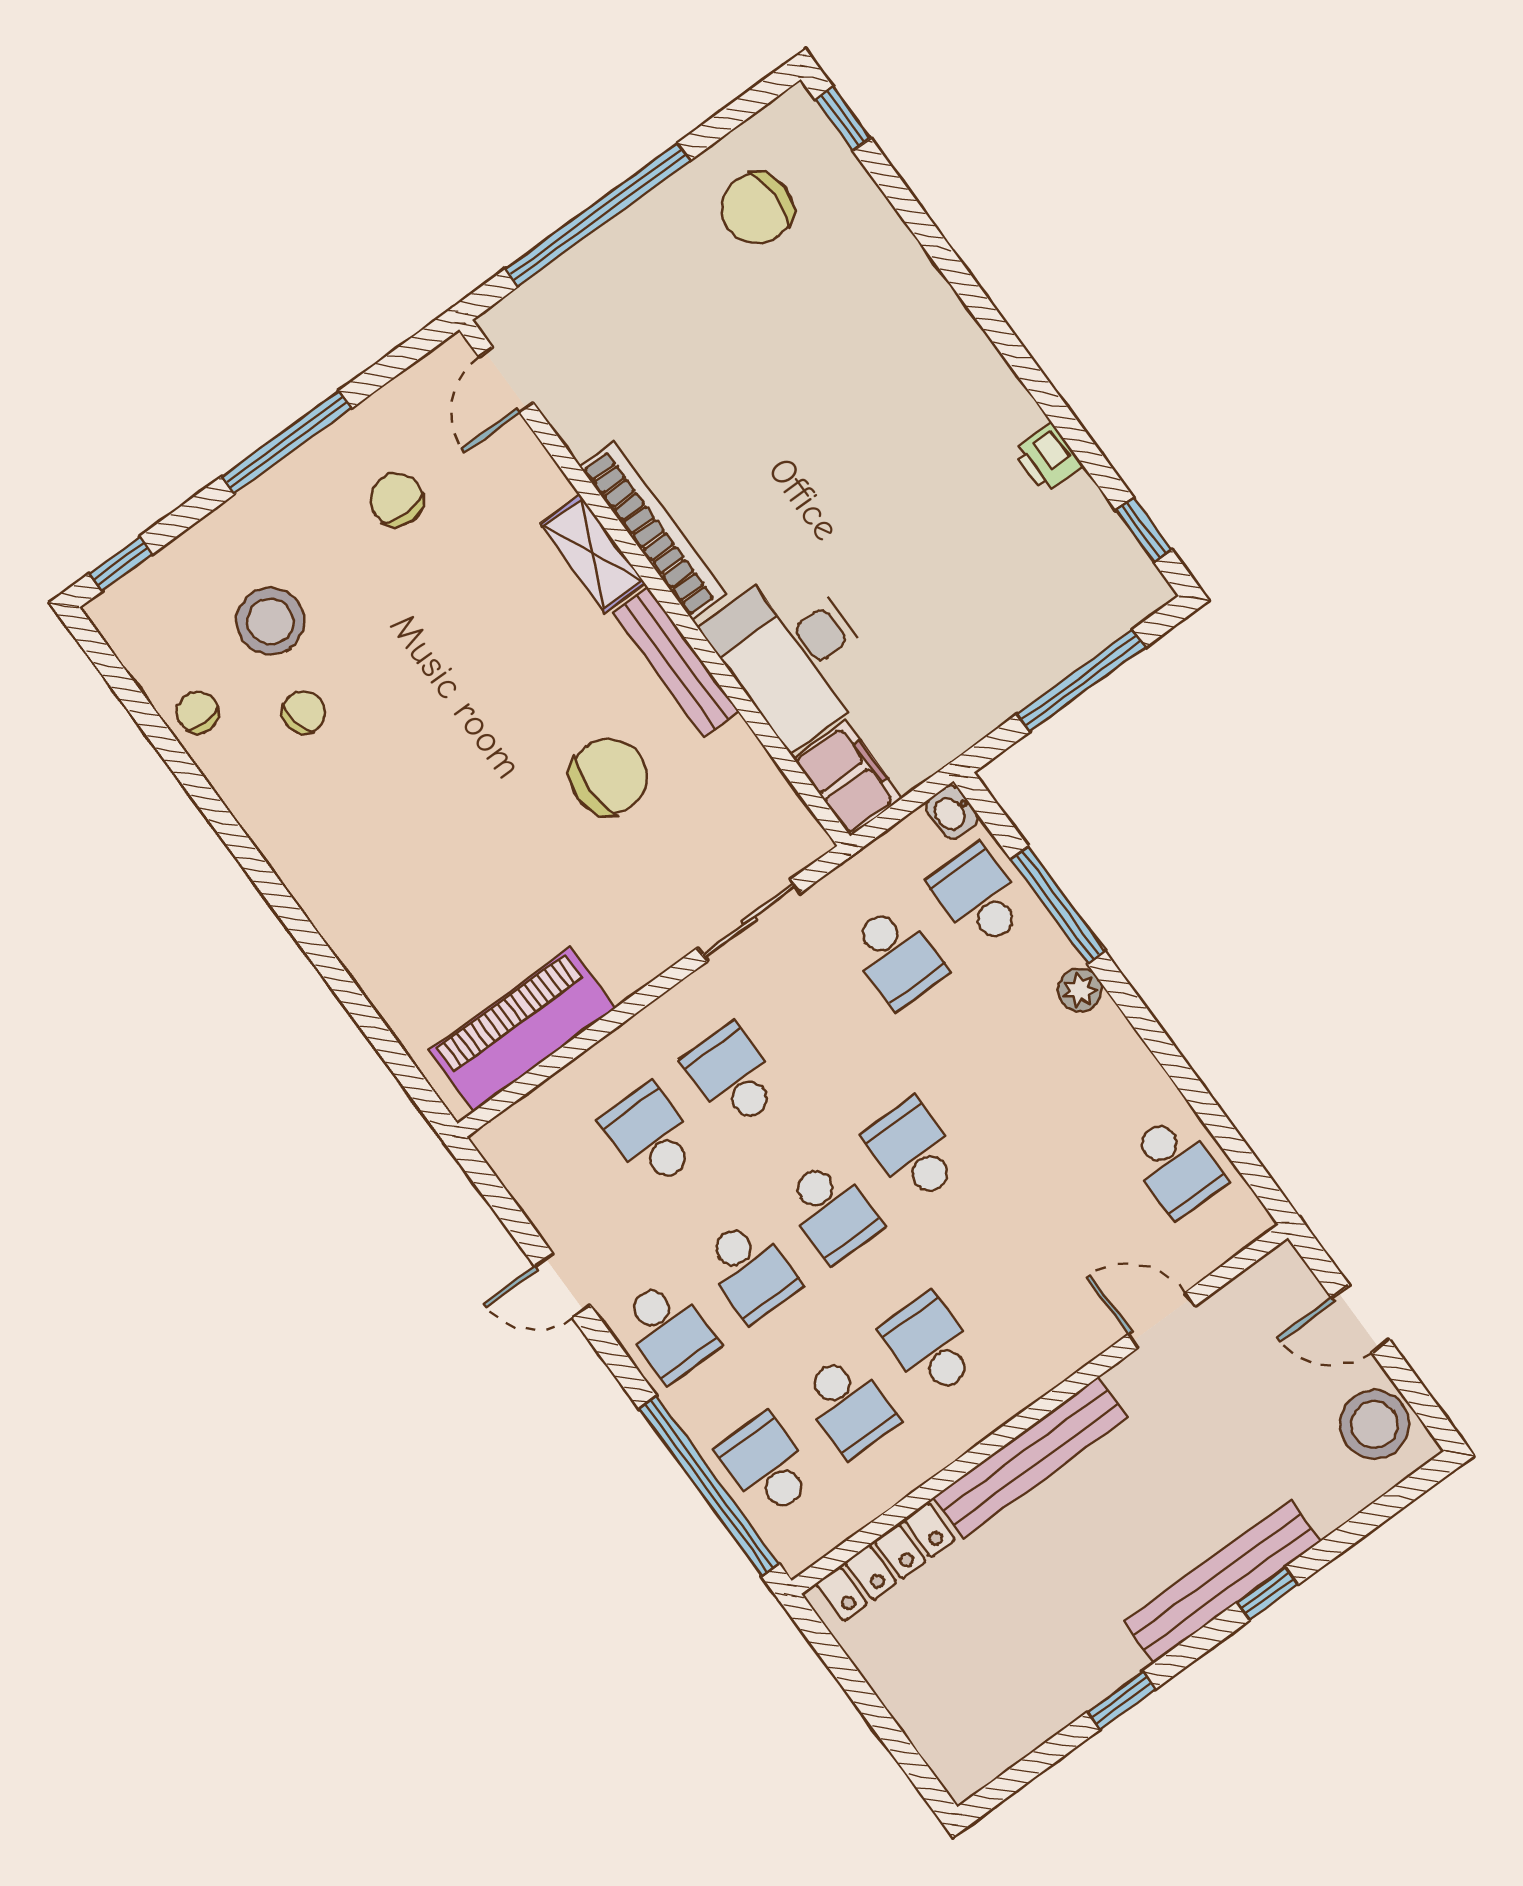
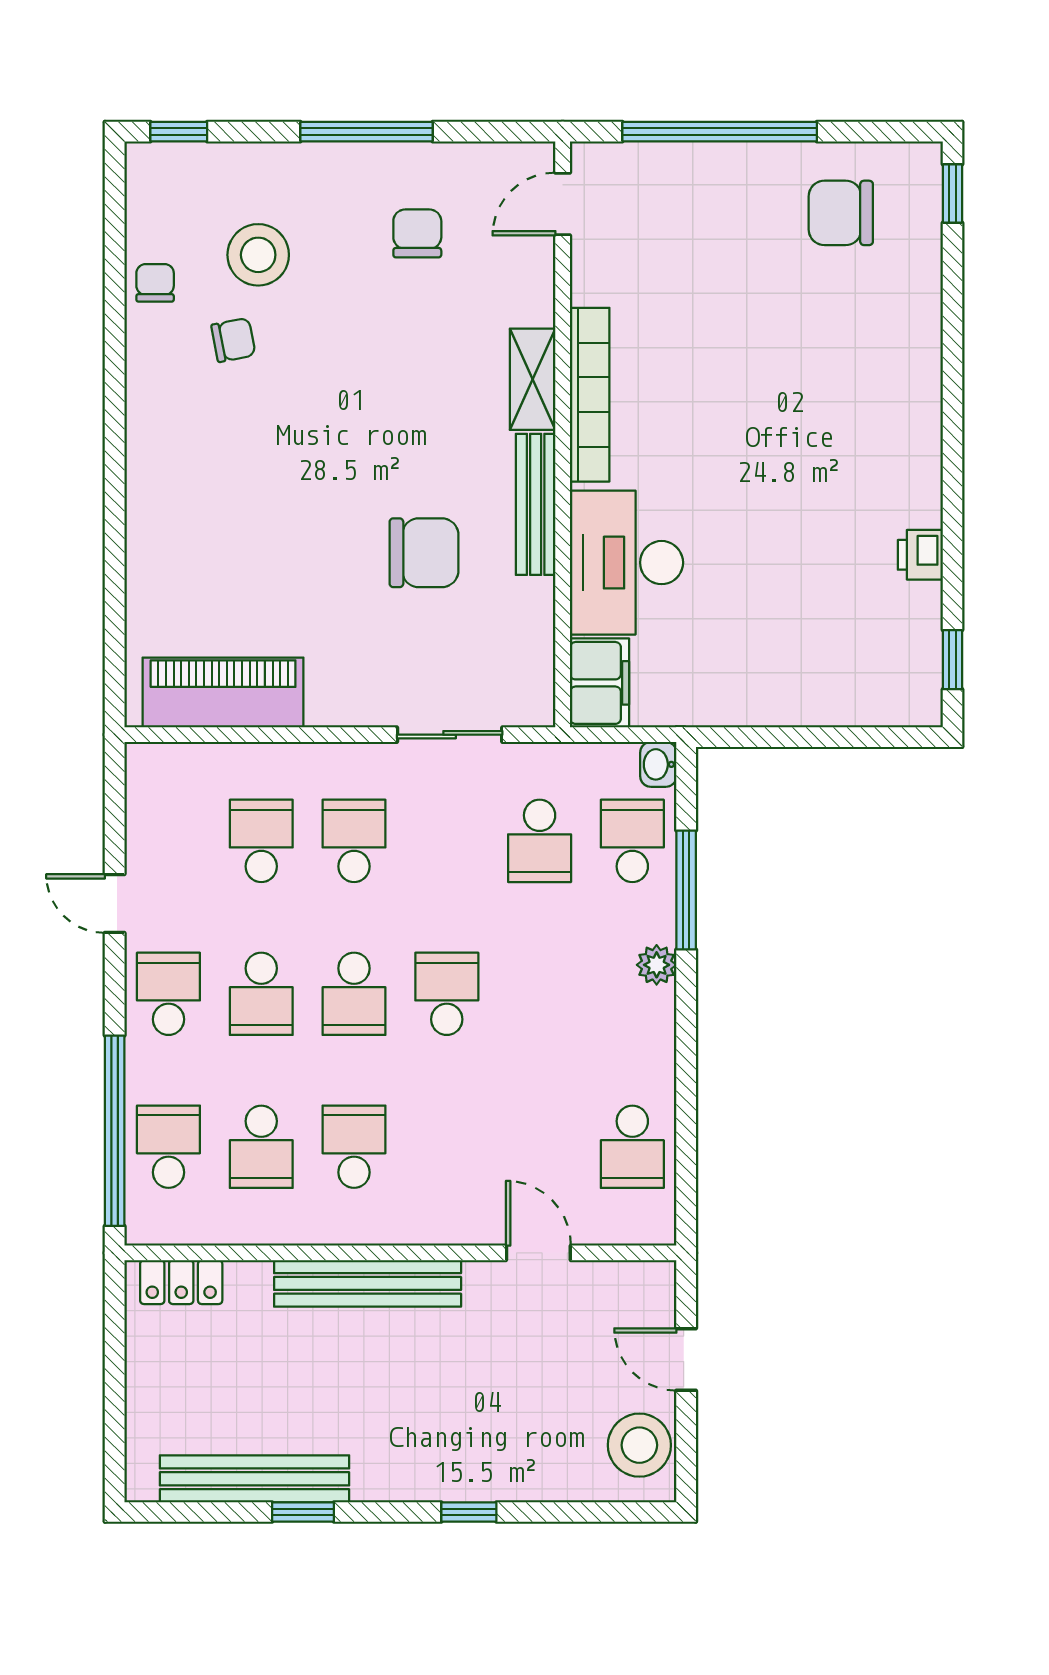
window: (1081, 681) -> (825, 737), removed
school desk: (668, 1330) -> (168, 994), turned 180
locker: (886, 1562) -> (181, 1282), width x0.66
bench: (1222, 1582) -> (254, 1479), moved

